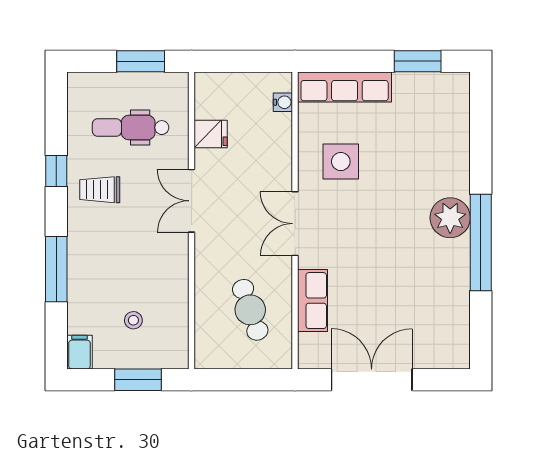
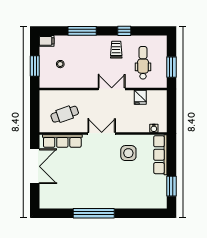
plant: (450, 218) -> (104, 200), removed
row of seats: (313, 301) -> (62, 141), width x1.48

